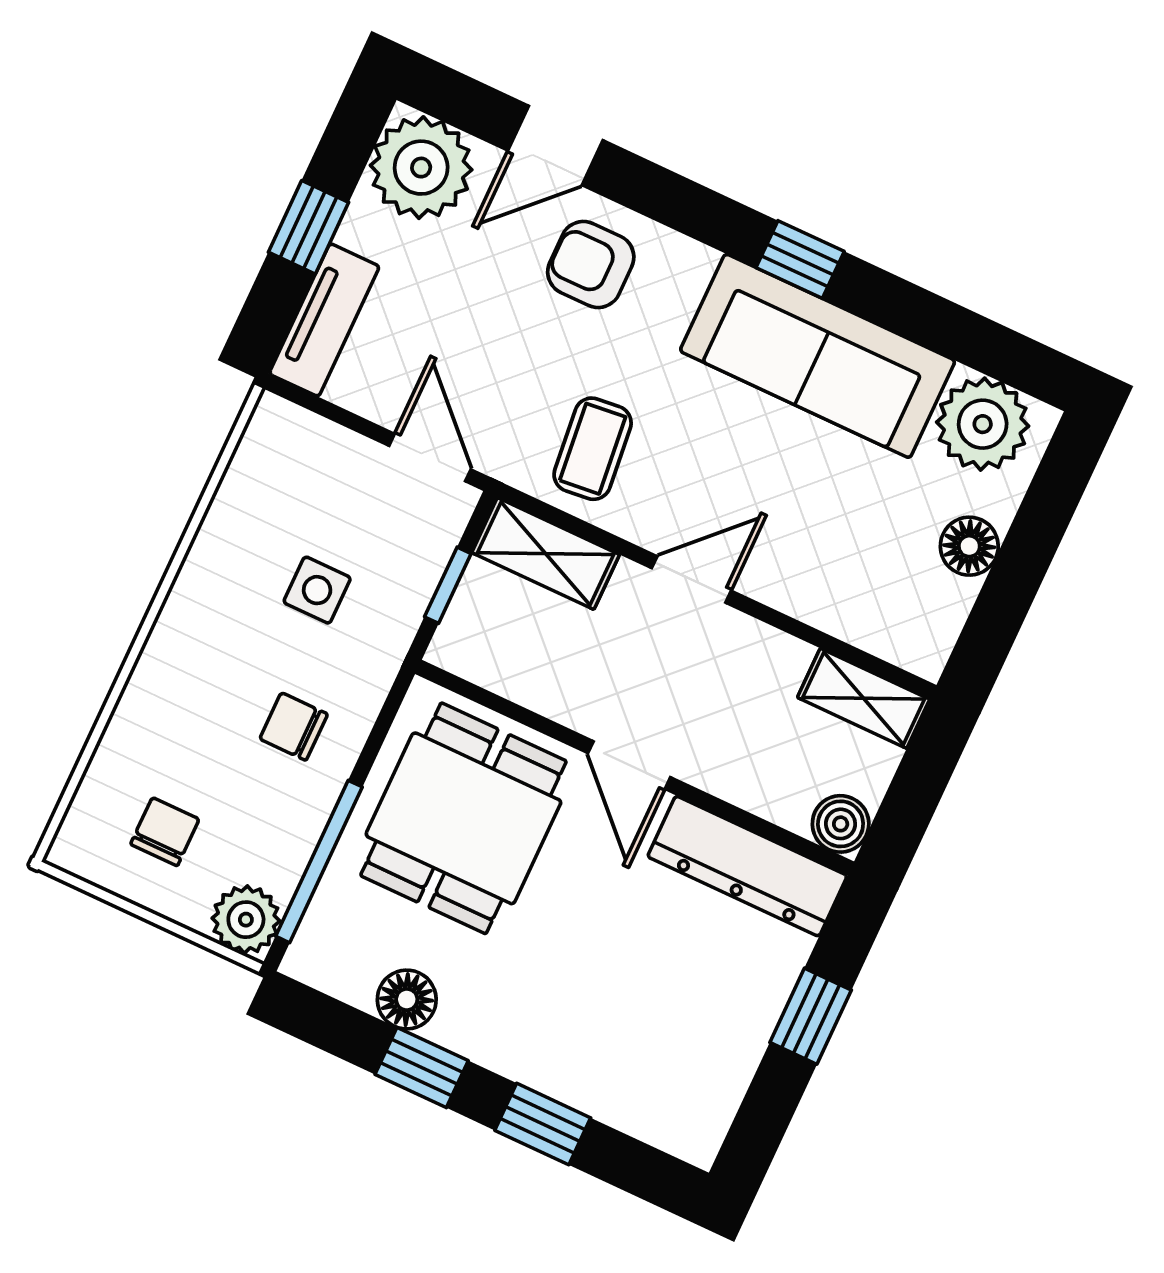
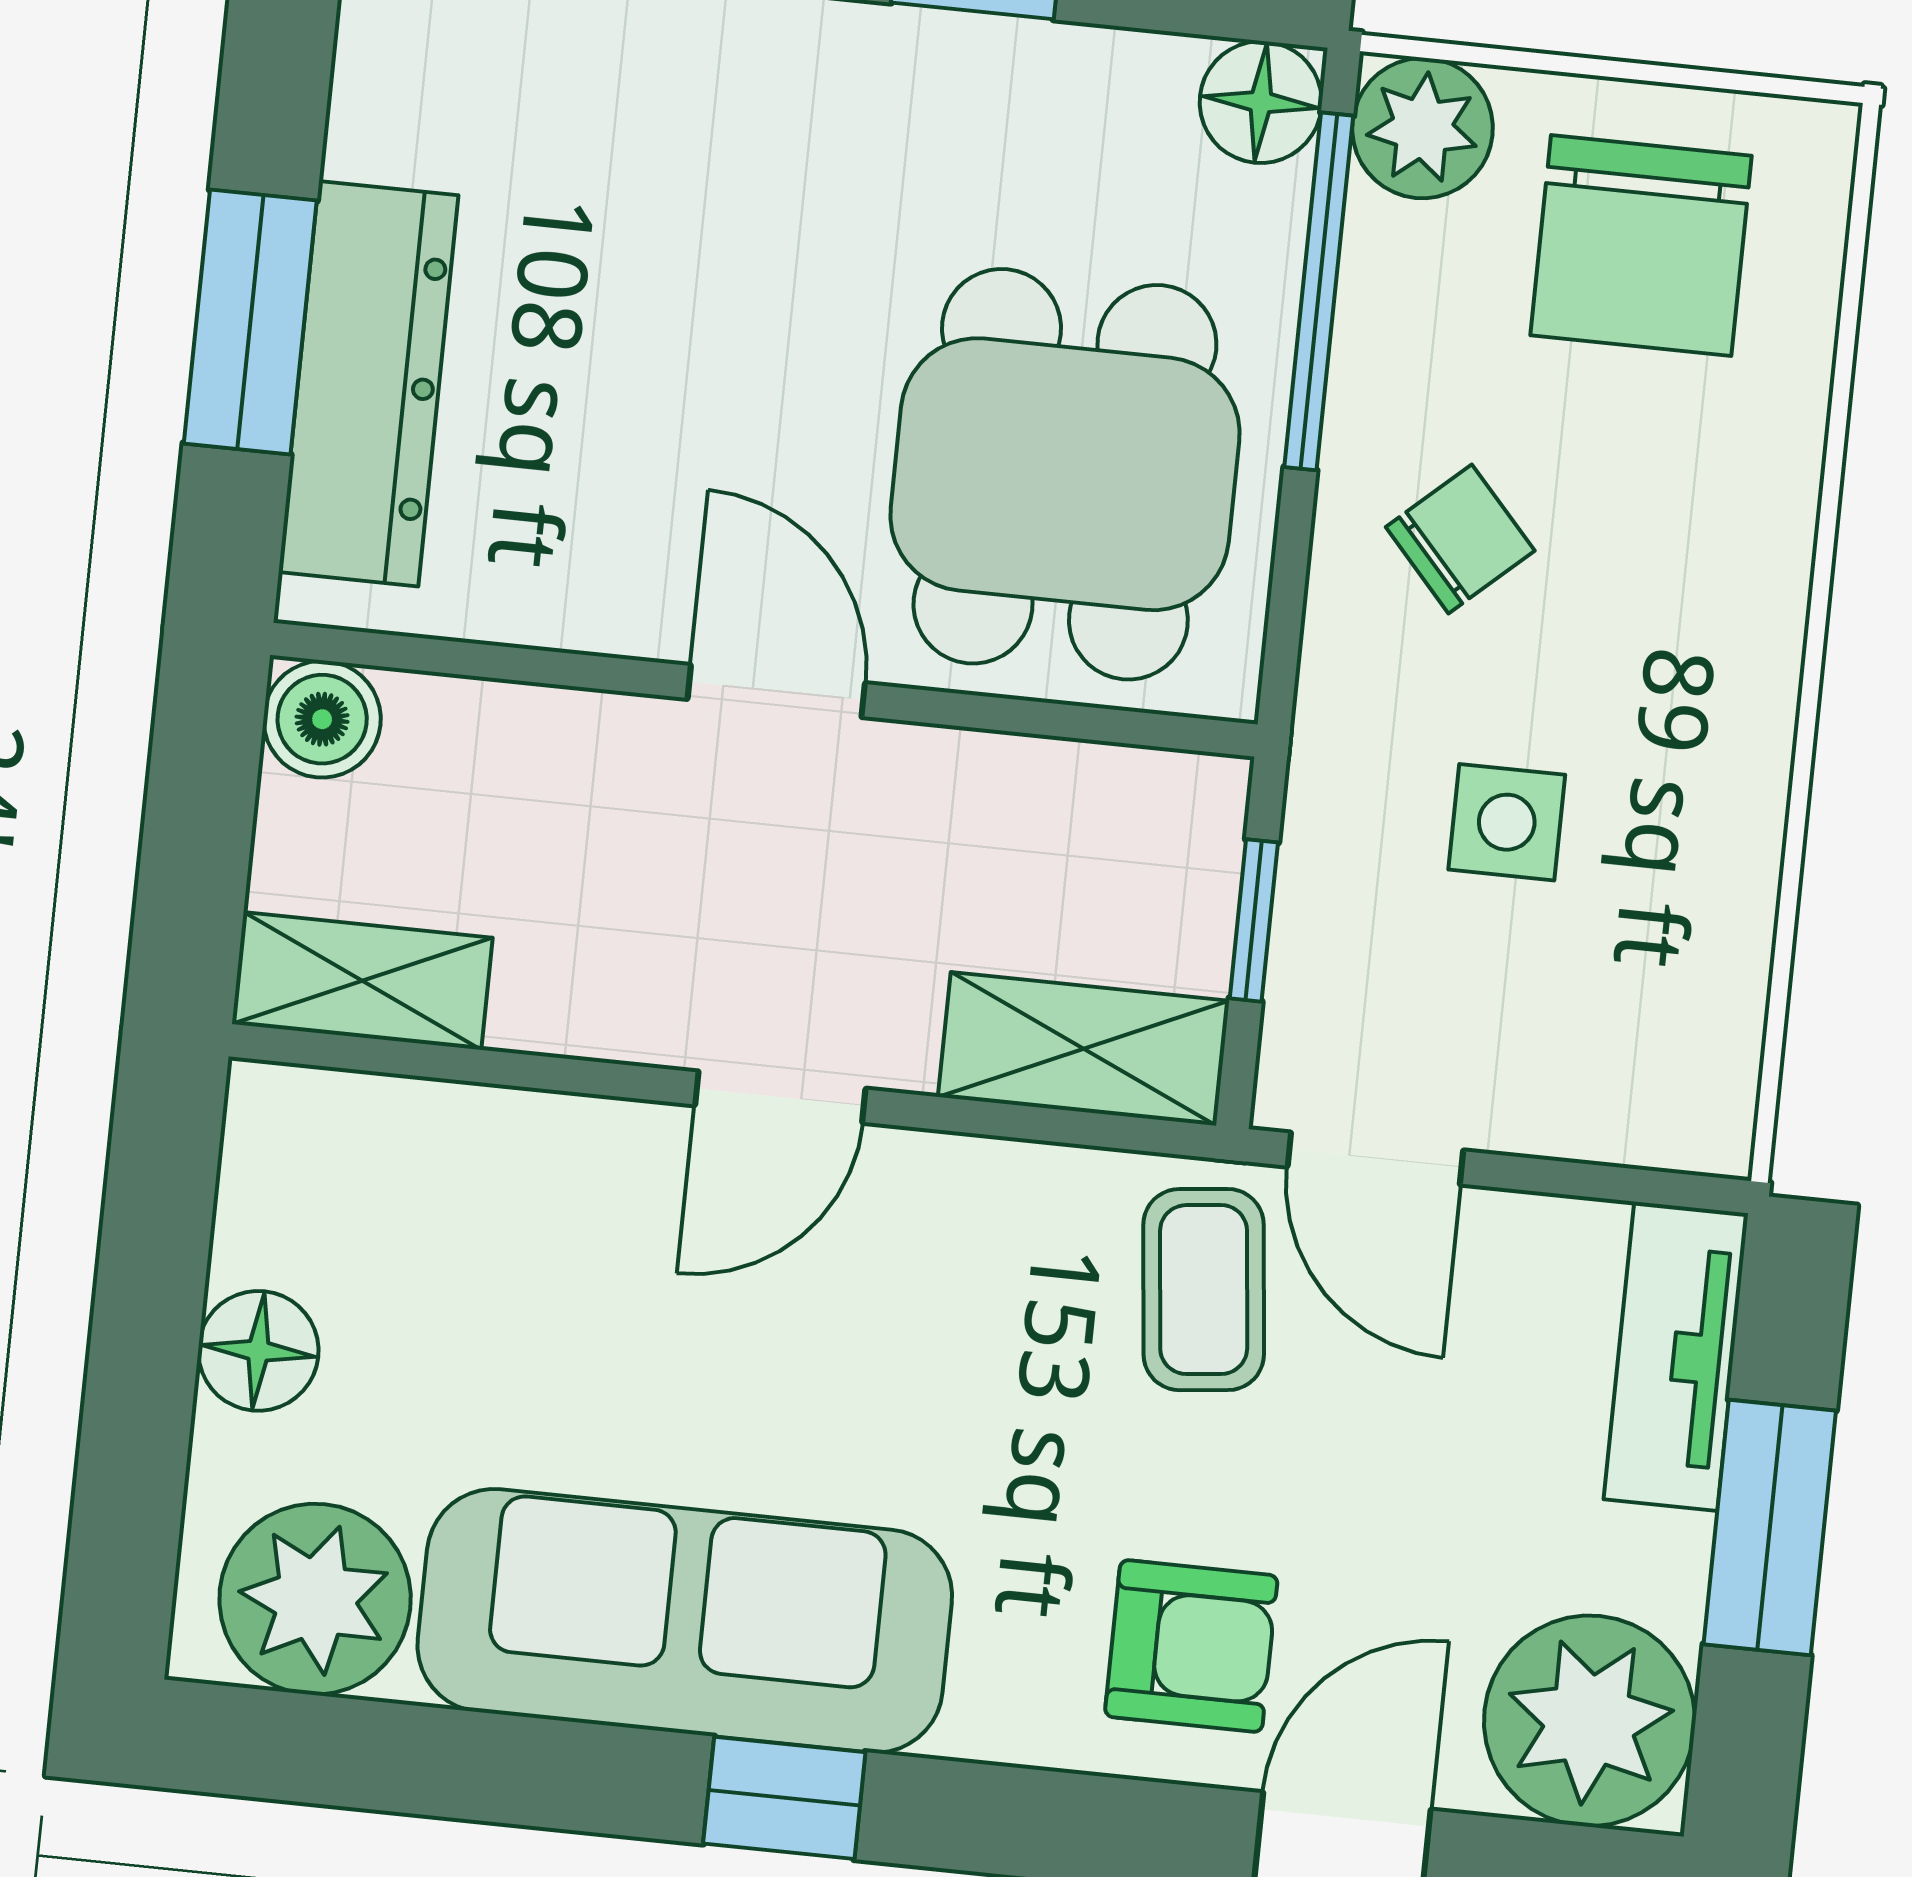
window: (308, 227) -> (1770, 1527), width x1.50
coffee table: (593, 449) -> (1204, 1290), moved
chair: (294, 726) -> (1460, 539), turned -42
chair: (165, 832) -> (1641, 245), width x1.87, depth x1.87
dresser: (747, 866) -> (368, 384), moved, turned 90
floor lamp: (407, 1000) -> (1261, 102), moved
window: (811, 1016) -> (250, 322), width x1.50

